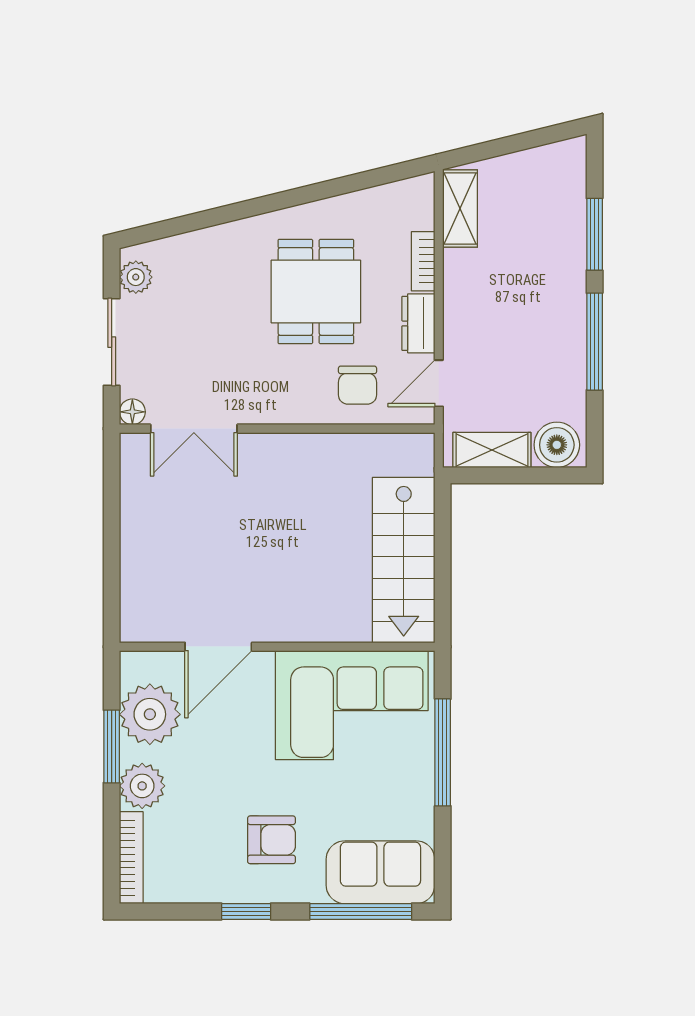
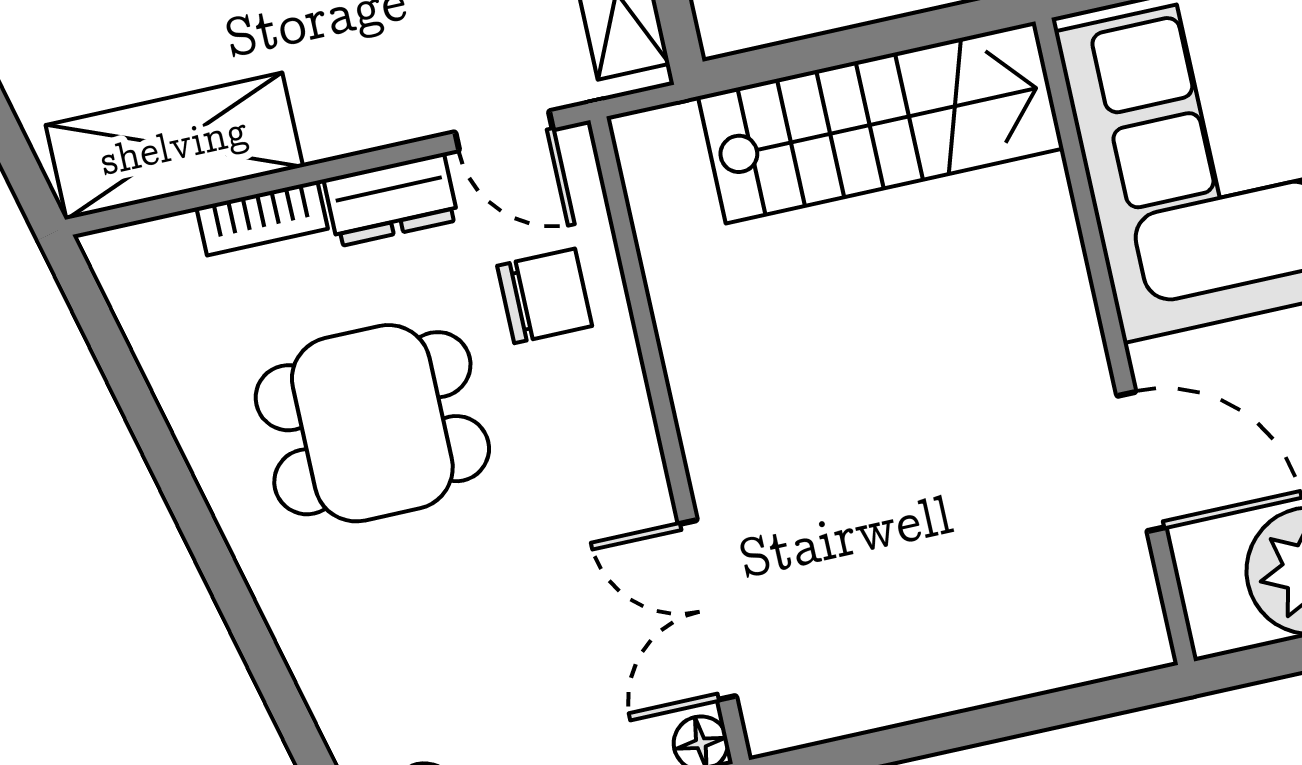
shelving: (460, 208) -> (174, 146), width x1.50, depth x1.33
double door: (194, 429) -> (707, 610), swing flipped

